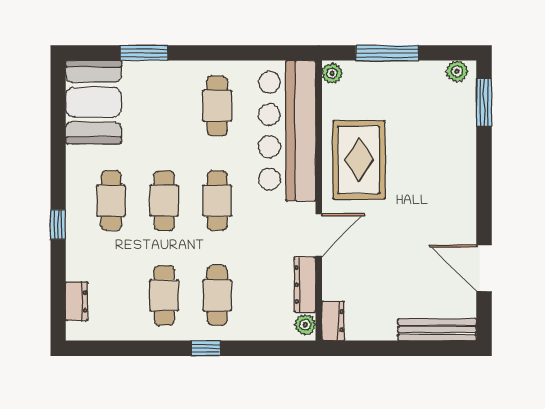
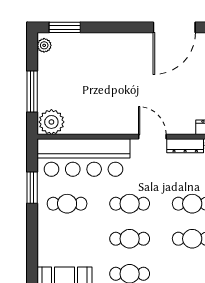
window: (144, 53) -> (32, 188), moved
plant: (332, 73) -> (51, 122), width x1.87, depth x1.87
rug: (359, 160) -> (103, 110), removed
door: (484, 268) -> (174, 27), width x1.36

